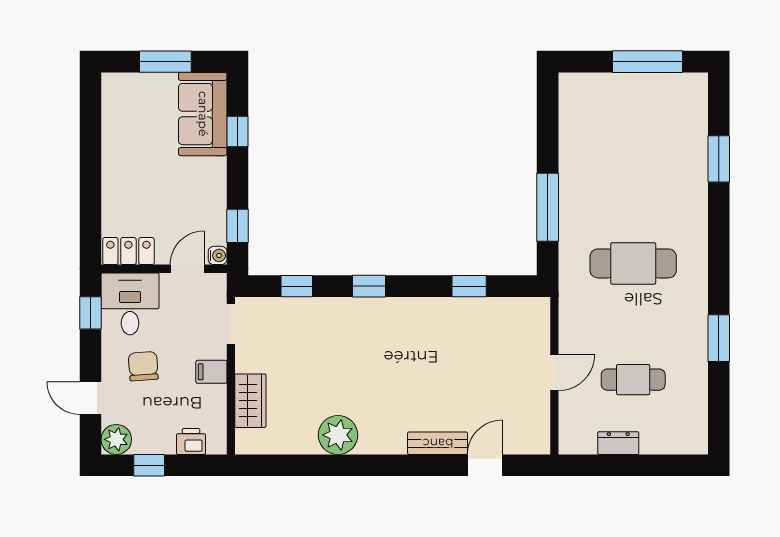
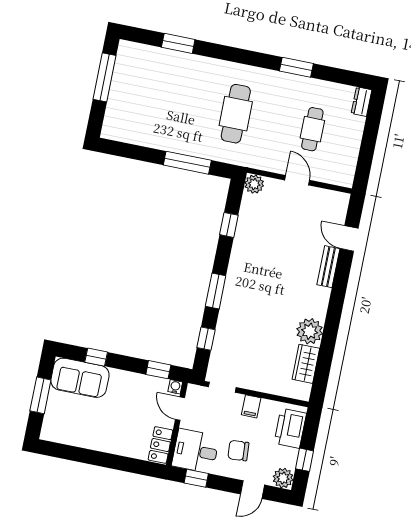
window: (369, 286) -> (216, 291), width x1.50
plant: (536, 311) -> (254, 184), added
wardrobe: (250, 401) -> (306, 364), moved, turned -90
printer: (191, 441) -> (290, 428), width x1.87, depth x1.48
dresser: (618, 443) -> (361, 102), moved

